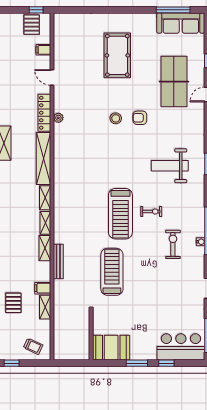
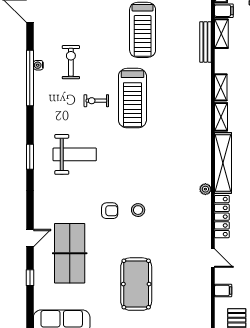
plant: (58, 118) -> (205, 189), moved
treadmill: (120, 214) -> (132, 98), turned 180
exercise bike: (173, 244) -> (71, 62), turned 180
shelving: (45, 248) -> (221, 34), moved

